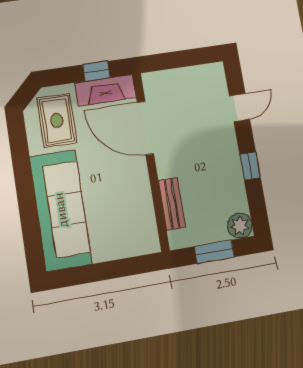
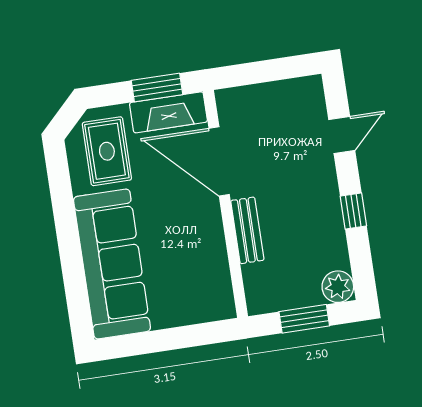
window: (96, 71) -> (157, 88), width x1.50
bench: (172, 204) -> (247, 230), moved

